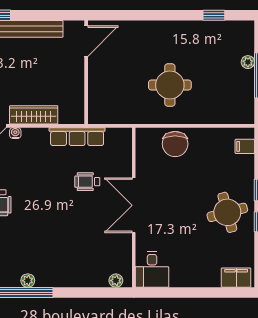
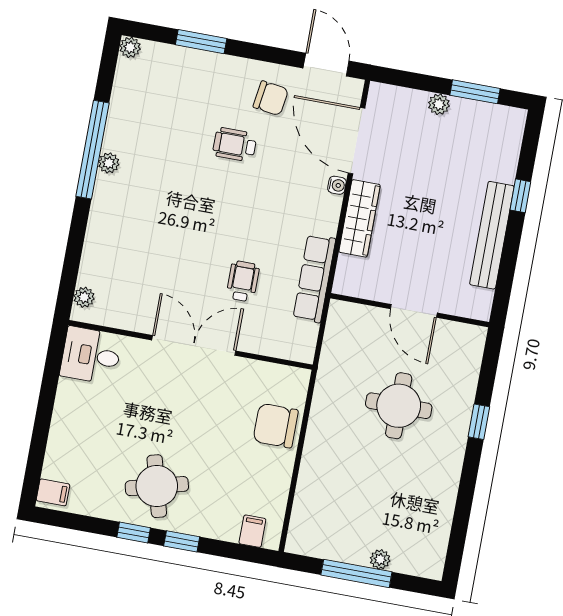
window: (214, 15) -> (479, 422), moved
door: (86, 41) -> (414, 311), moved
round table: (170, 85) -> (399, 406), moved
filing cabinet: (236, 278) -> (53, 492), width x0.50

